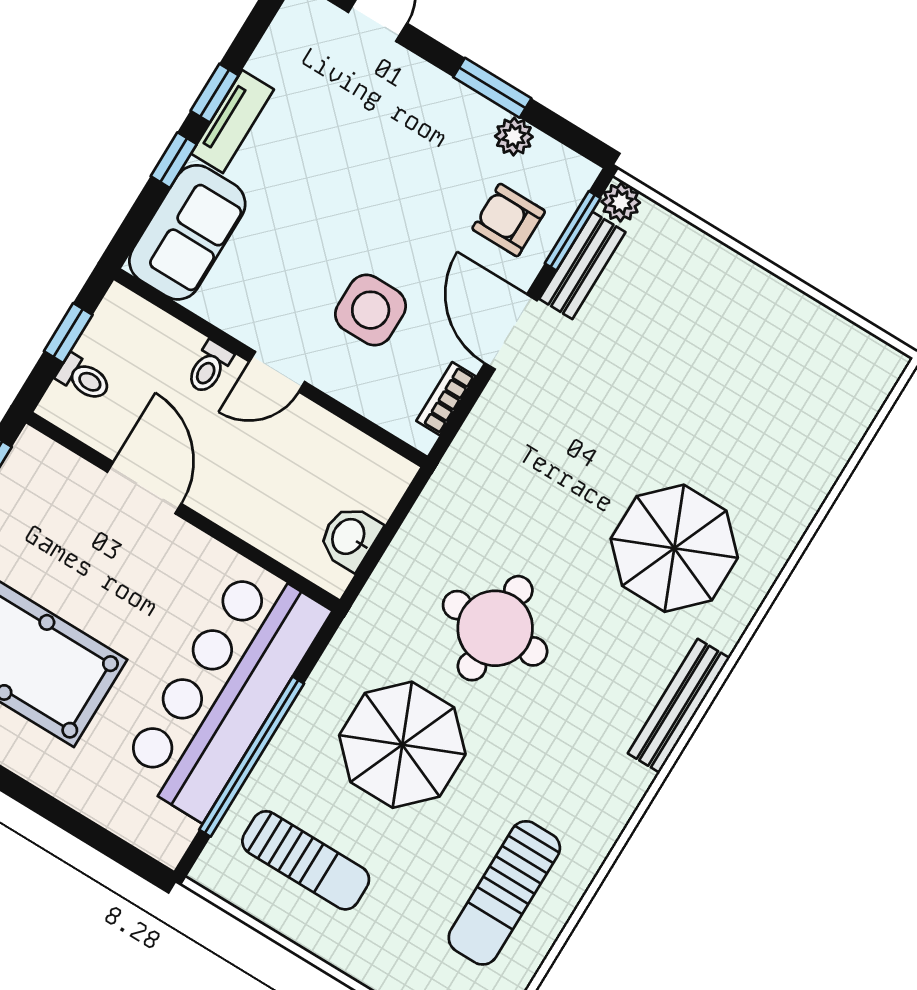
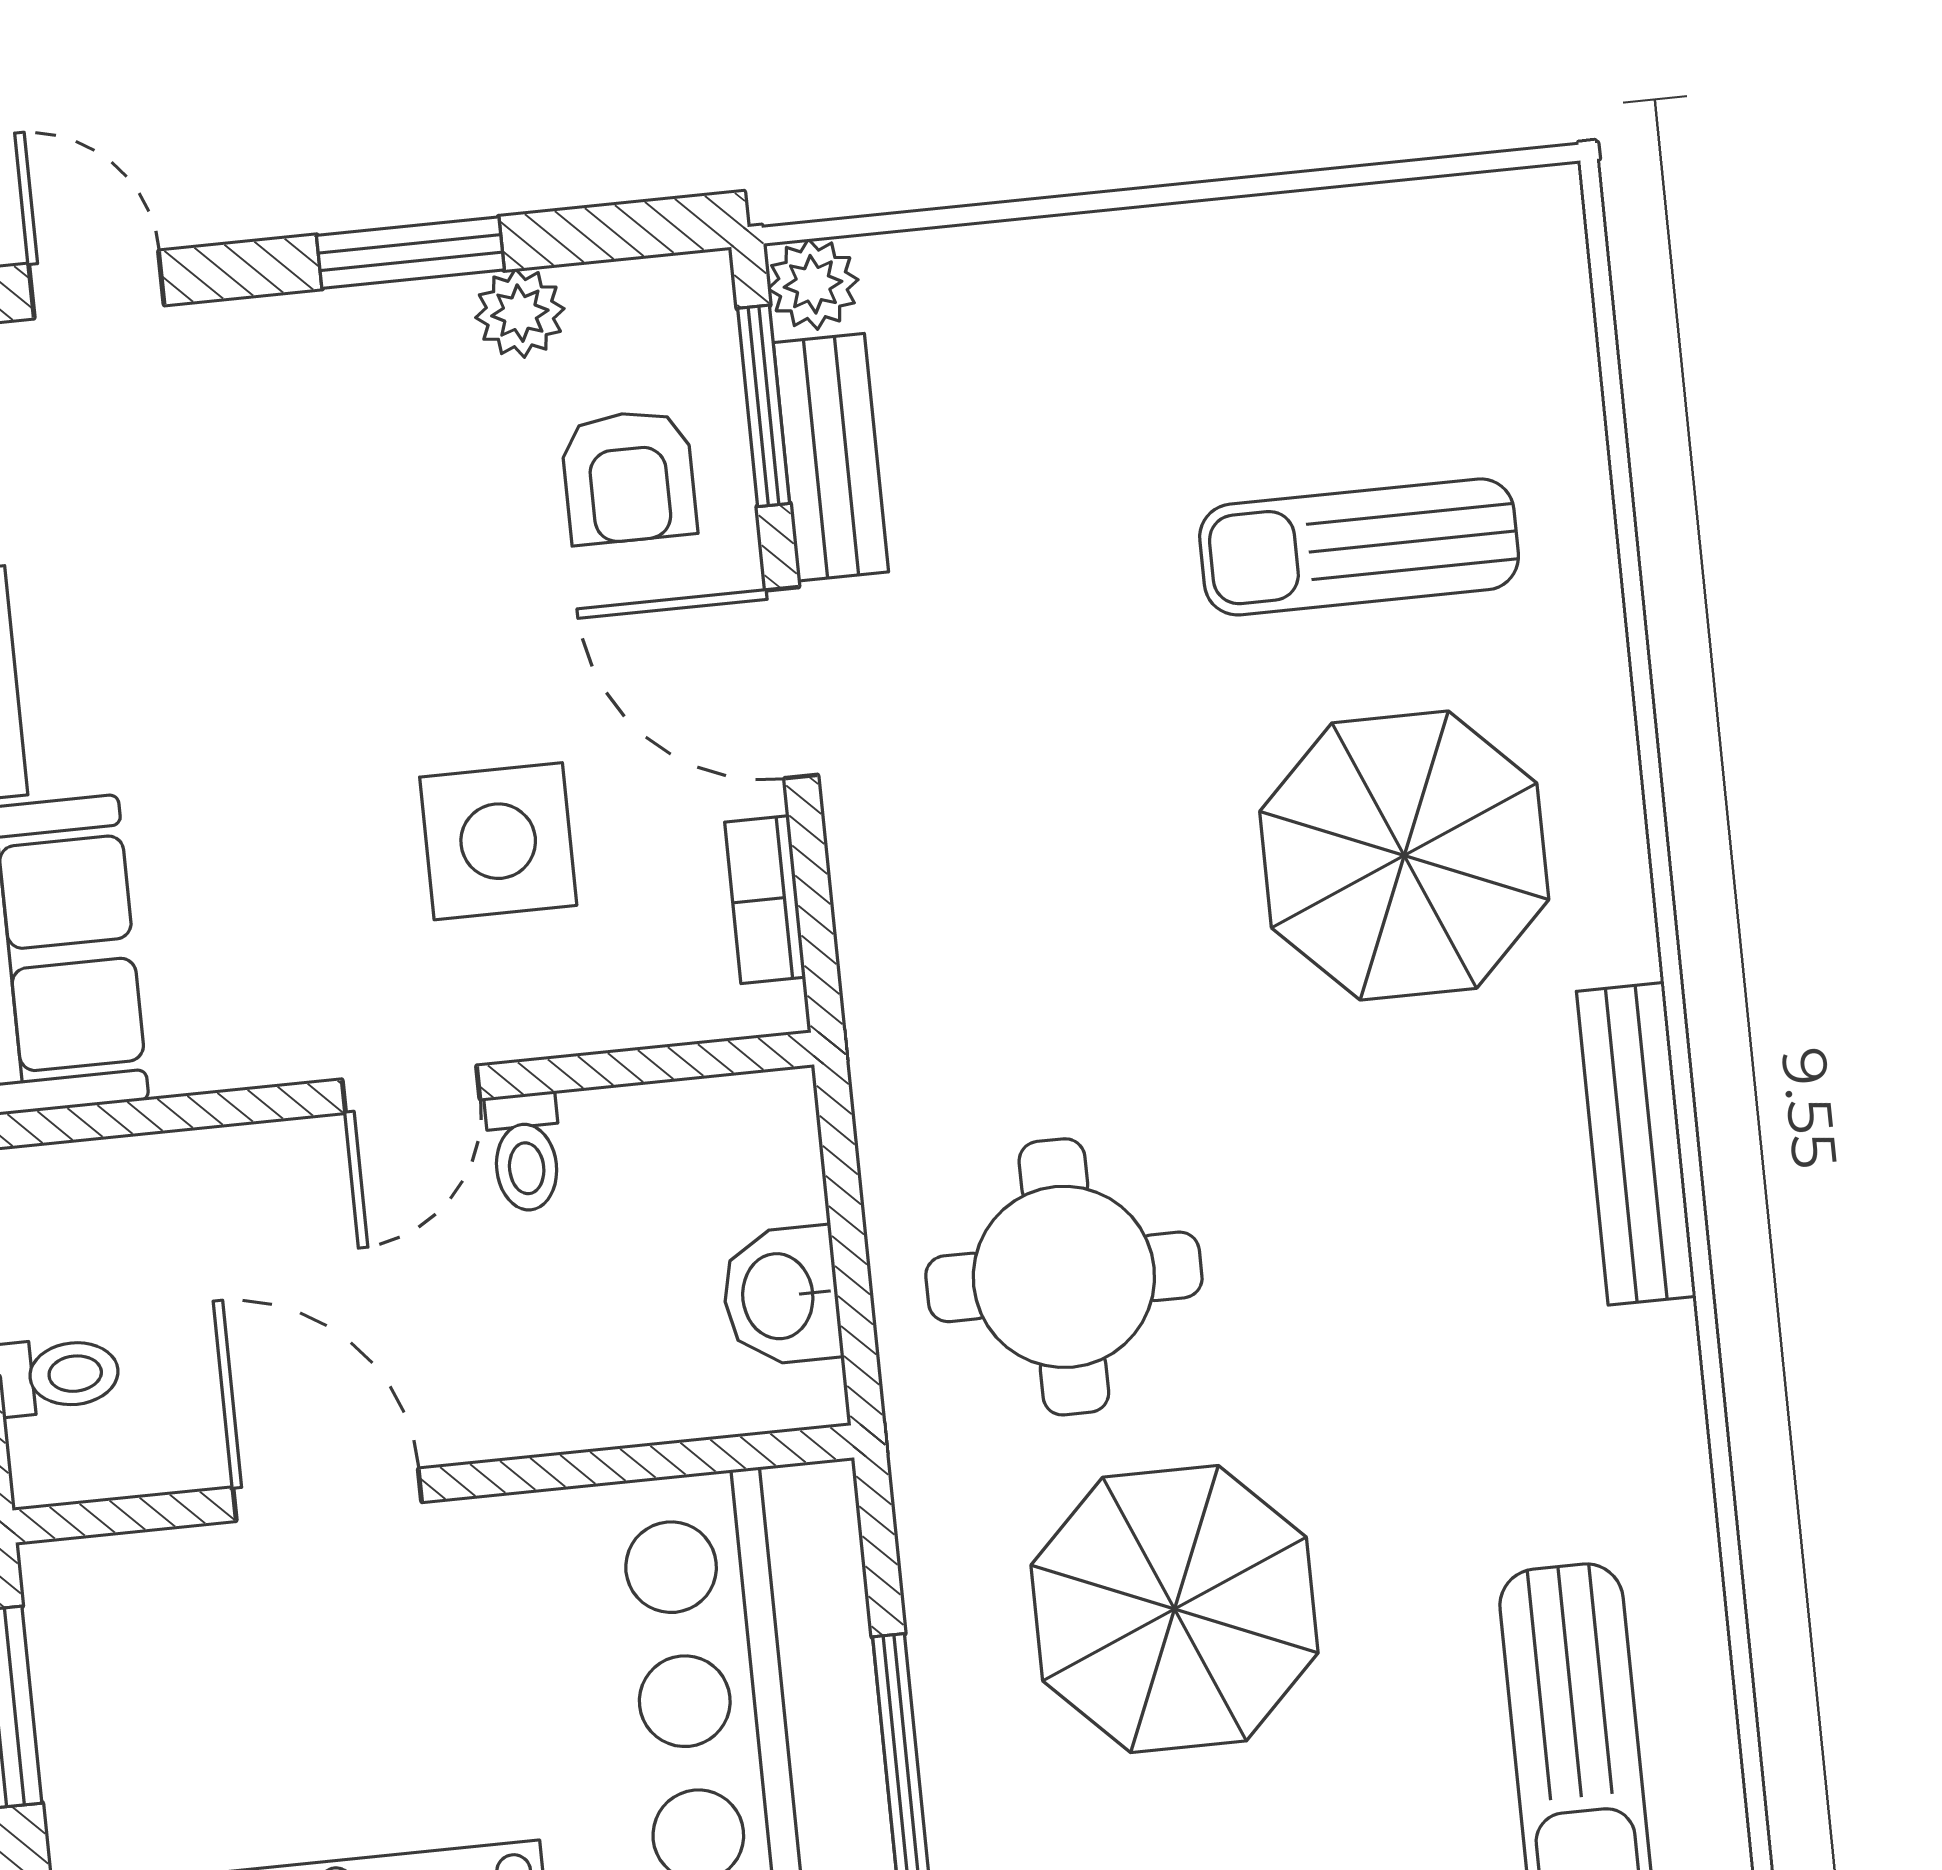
armchair: (509, 220) -> (629, 477), turned -90
toilet: (209, 367) -> (525, 1152), moved
sun lounger: (738, 432) -> (1359, 547), added
round table: (495, 628) -> (1064, 1277), moved

